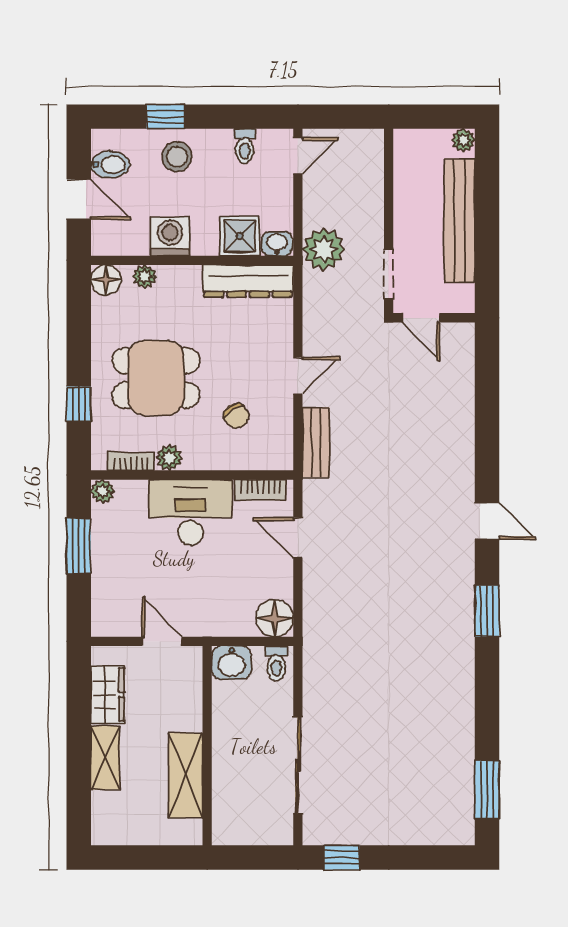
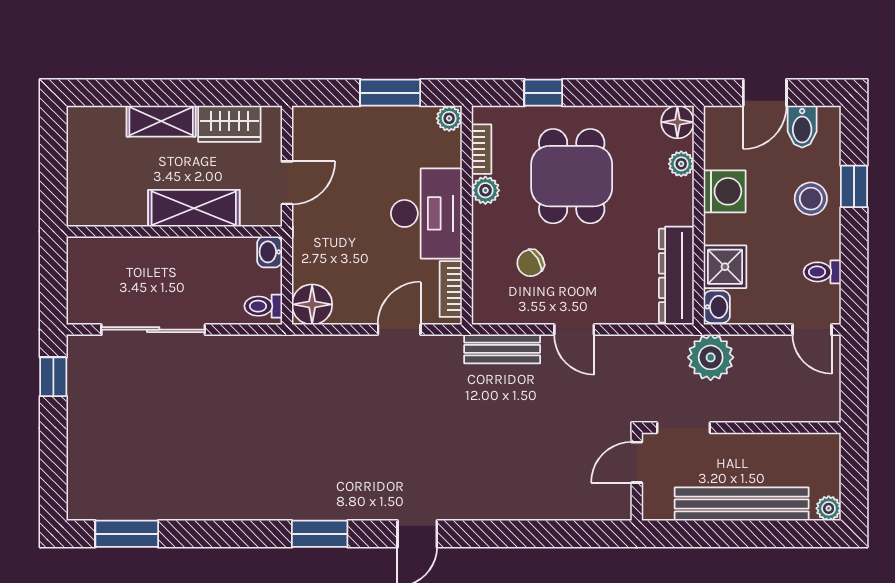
washbasin: (232, 663) -> (270, 252), width x0.72, depth x0.69
shelving: (186, 775) -> (194, 208), moved

